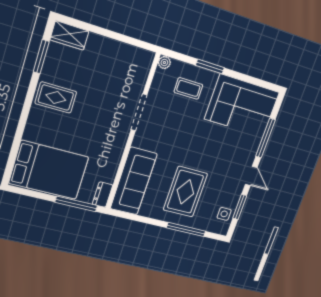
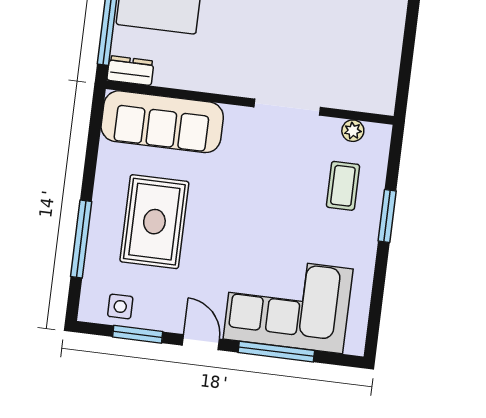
plant: (164, 63) -> (353, 131), moved
corner sofa: (242, 106) -> (288, 304), moved, turned 90
door: (251, 176) -> (201, 342), swing flipped
rug: (185, 192) -> (154, 222), turned 90

